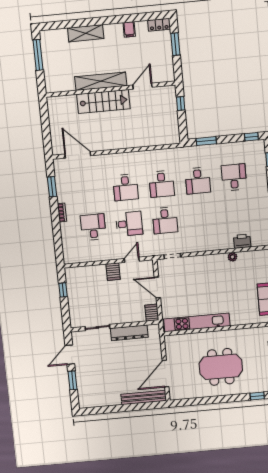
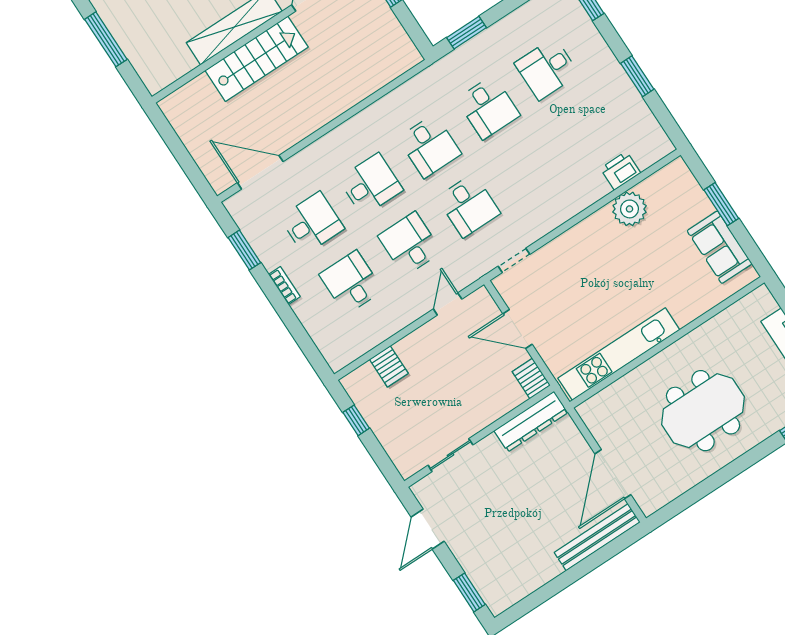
desk: (234, 177) -> (547, 69), turned -90
desk: (126, 187) -> (371, 184), turned -90
desk: (89, 191) -> (312, 223), added
desk: (129, 224) -> (410, 244), turned -90
plant: (232, 257) -> (629, 209), width x1.87, depth x1.87
server rack: (113, 272) -> (389, 366), moved
dresser: (129, 333) -> (531, 422), moved
window: (73, 380) -> (469, 592), moved

